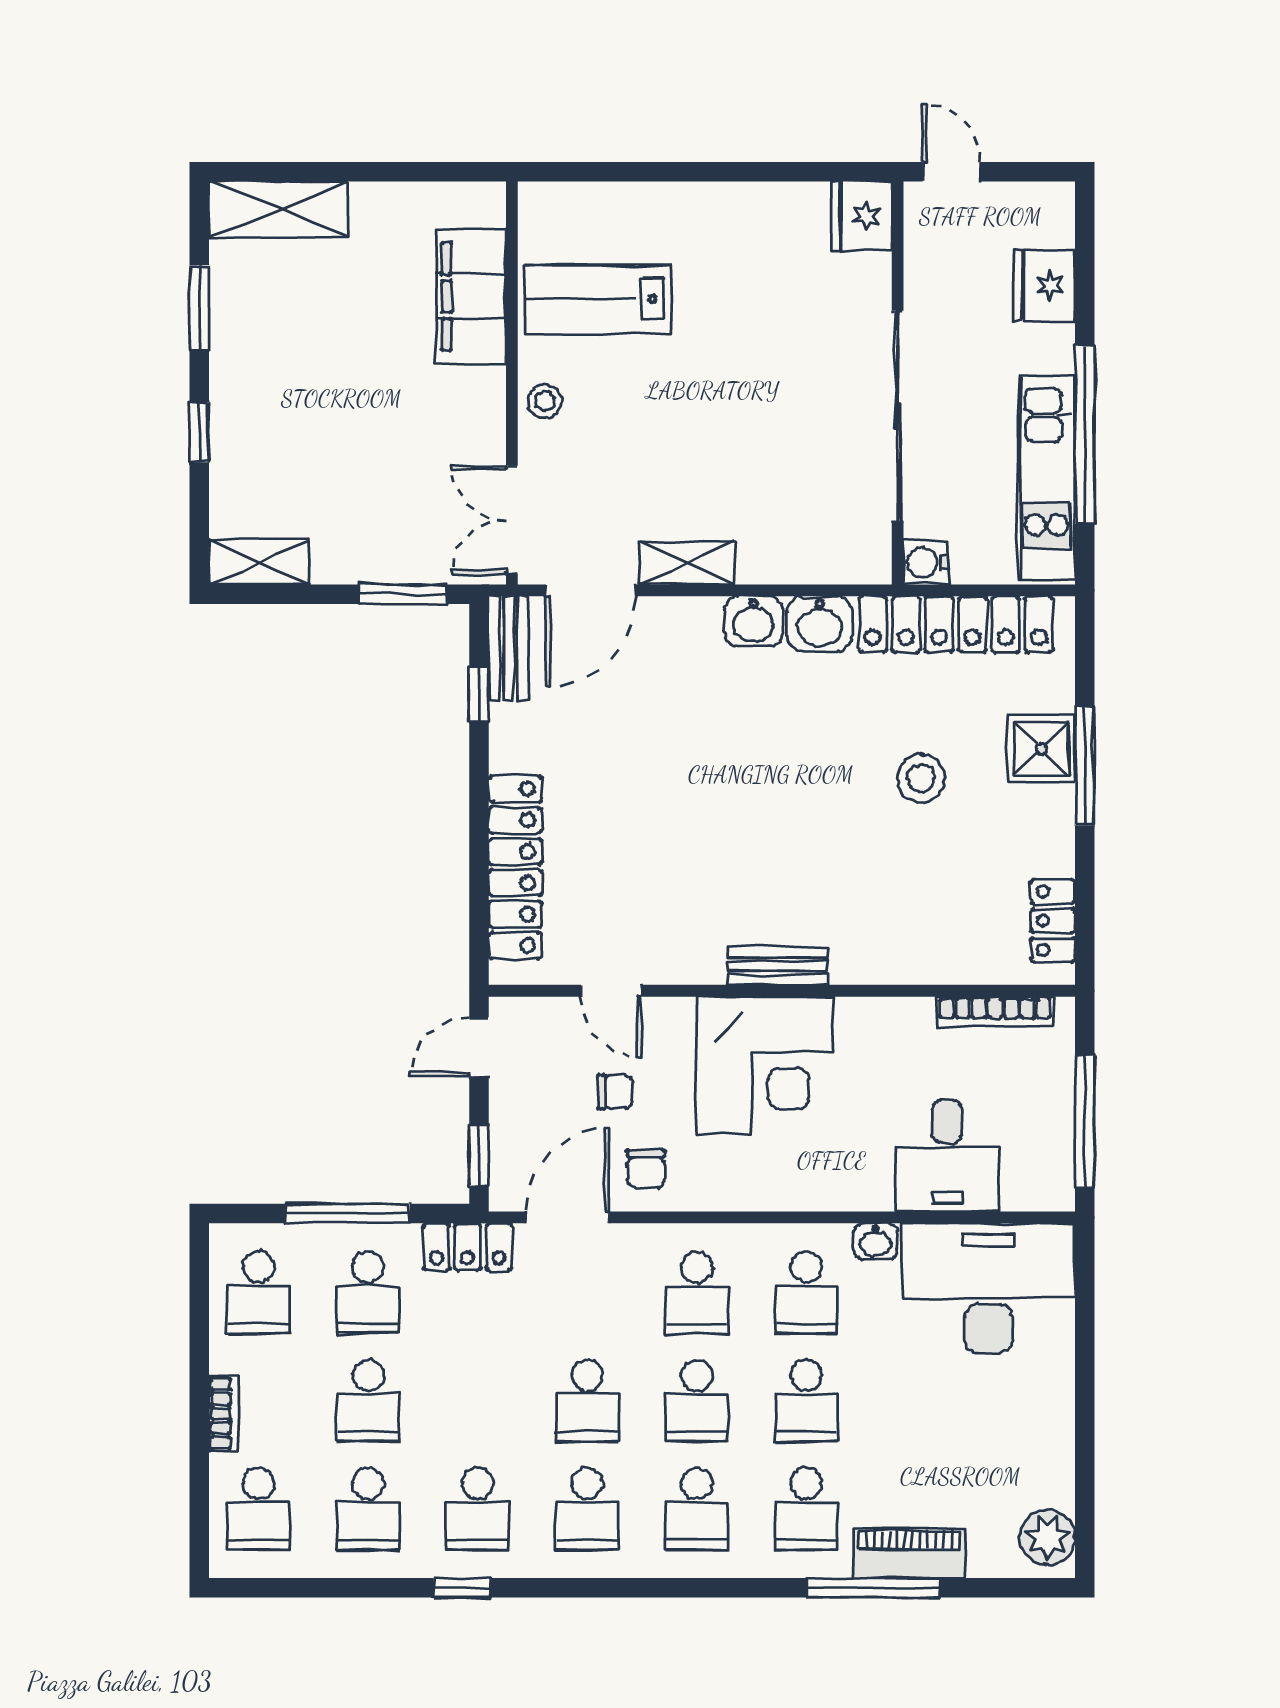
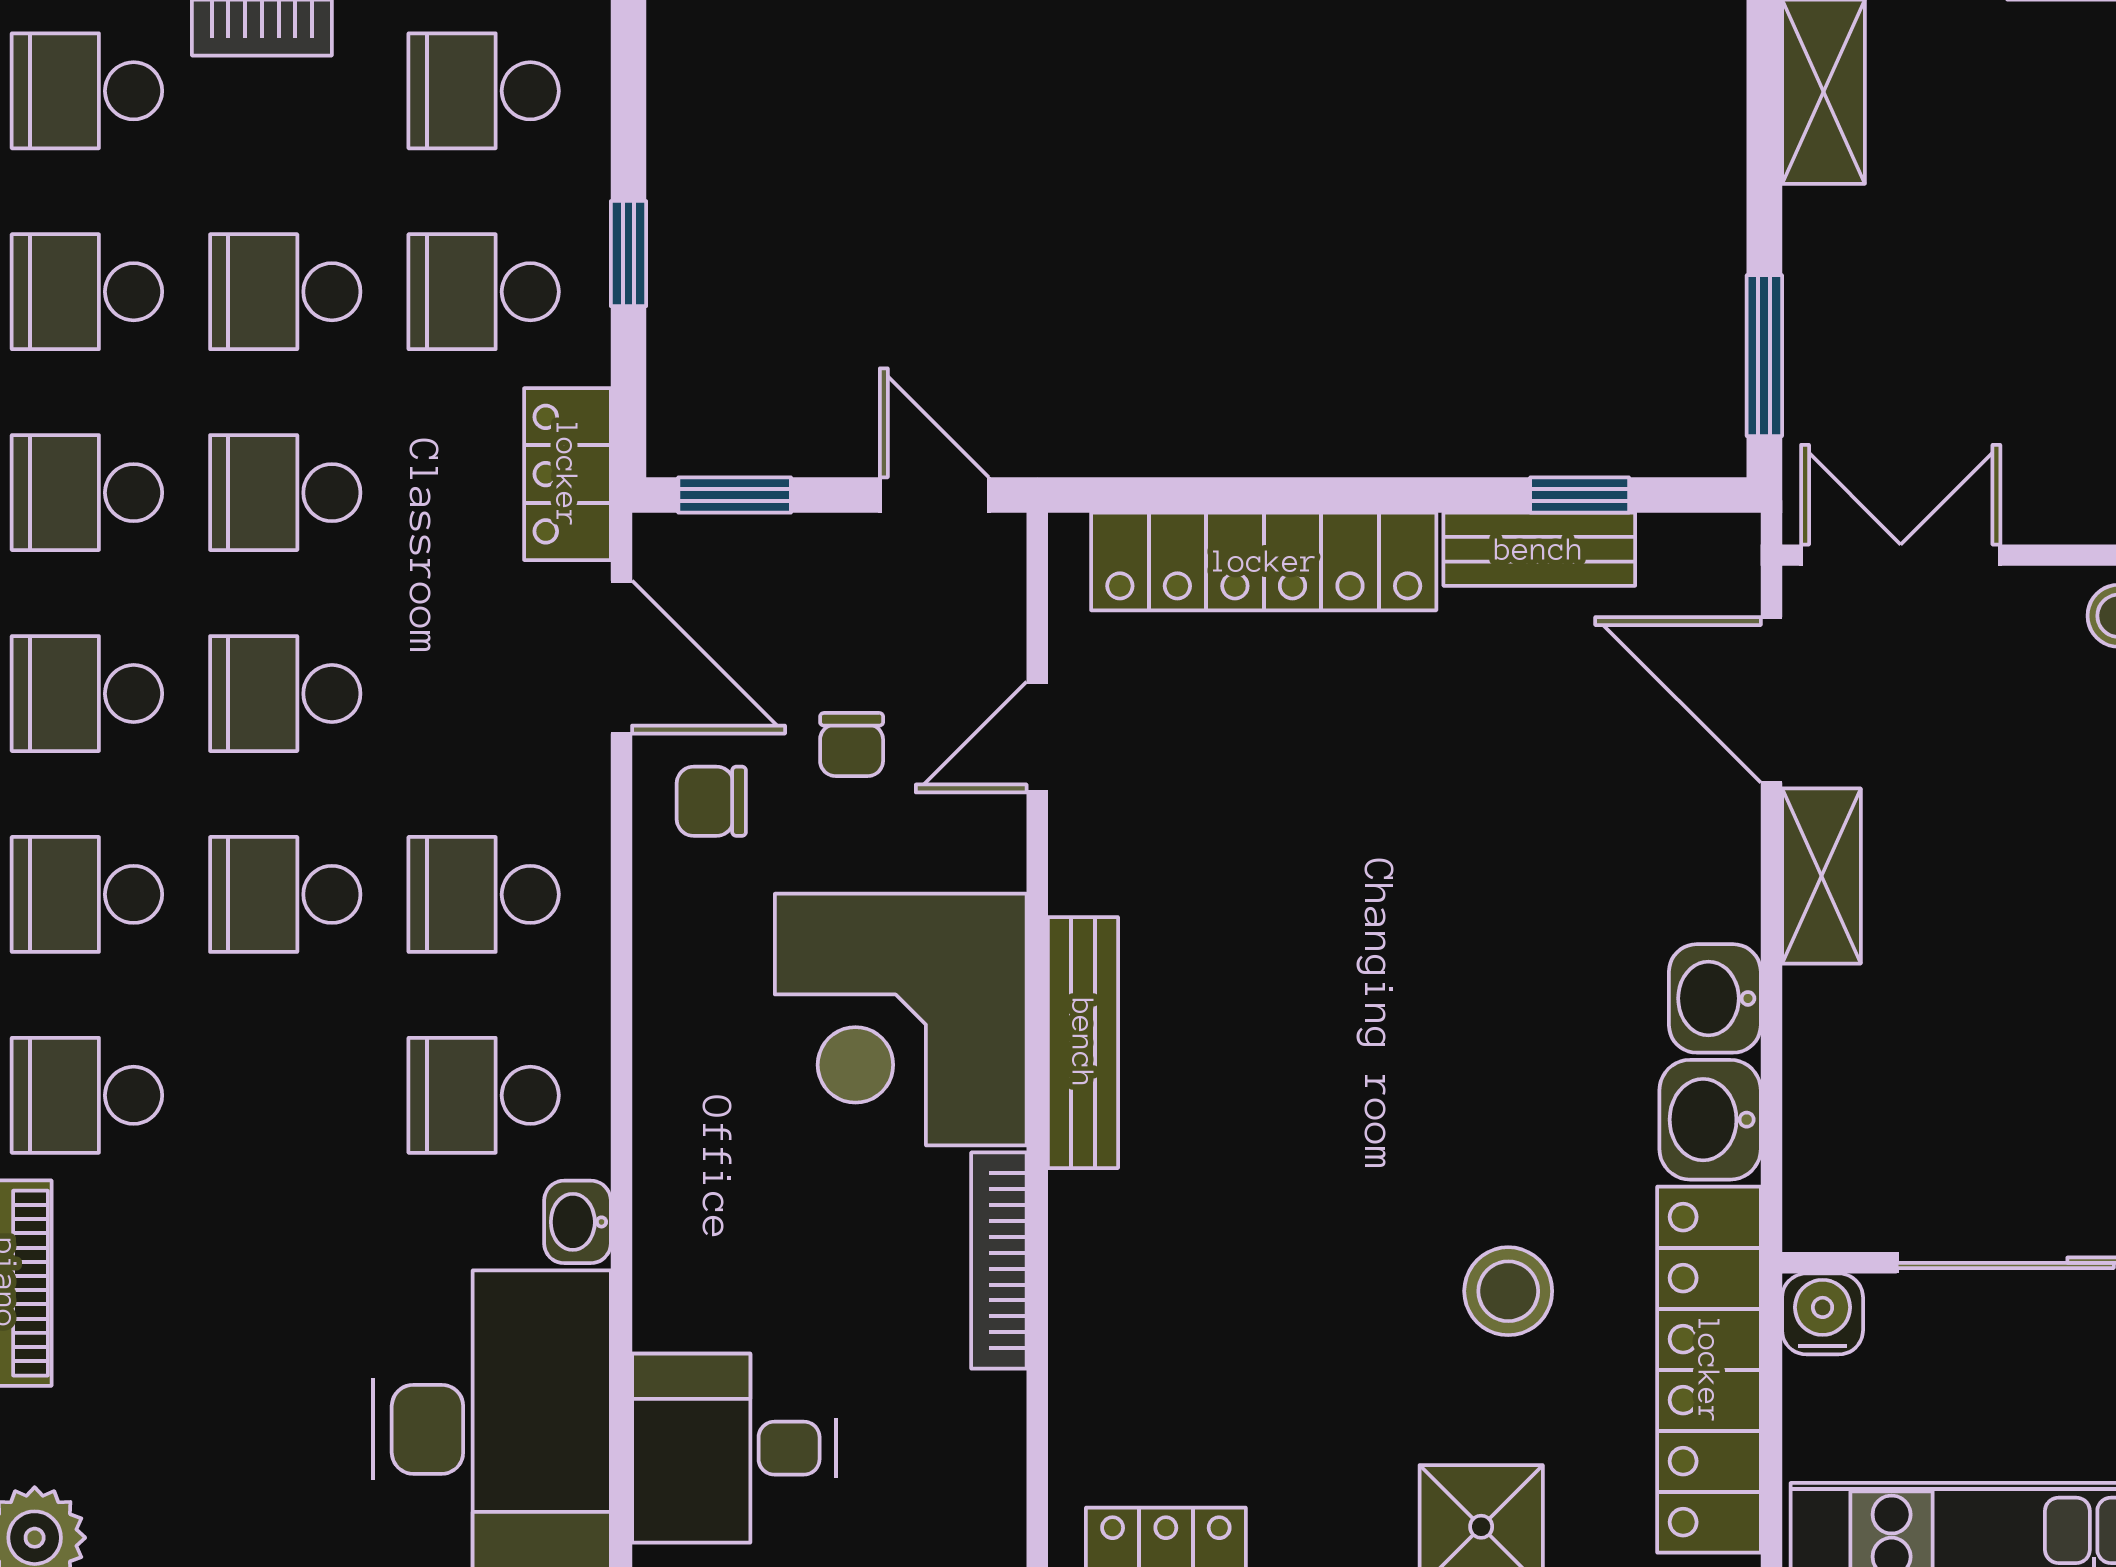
bench: (509, 649) -> (1539, 549), moved
stool: (921, 778) -> (1508, 1291), moved
bench: (778, 966) -> (1083, 1043), width x1.36
bookcase: (995, 1012) -> (999, 1261), moved
desk: (947, 1156) -> (734, 1448), moved
window: (347, 1214) -> (629, 254), width x0.46
school desk: (806, 1401) -> (285, 493), moved

